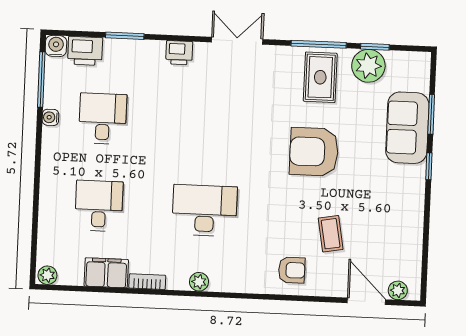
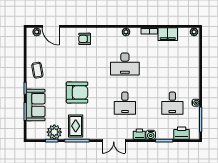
water cooler: (56, 46) -> (151, 135), moved
desk: (99, 206) -> (125, 103), moved
coffee table: (331, 234) -> (37, 70), moved

